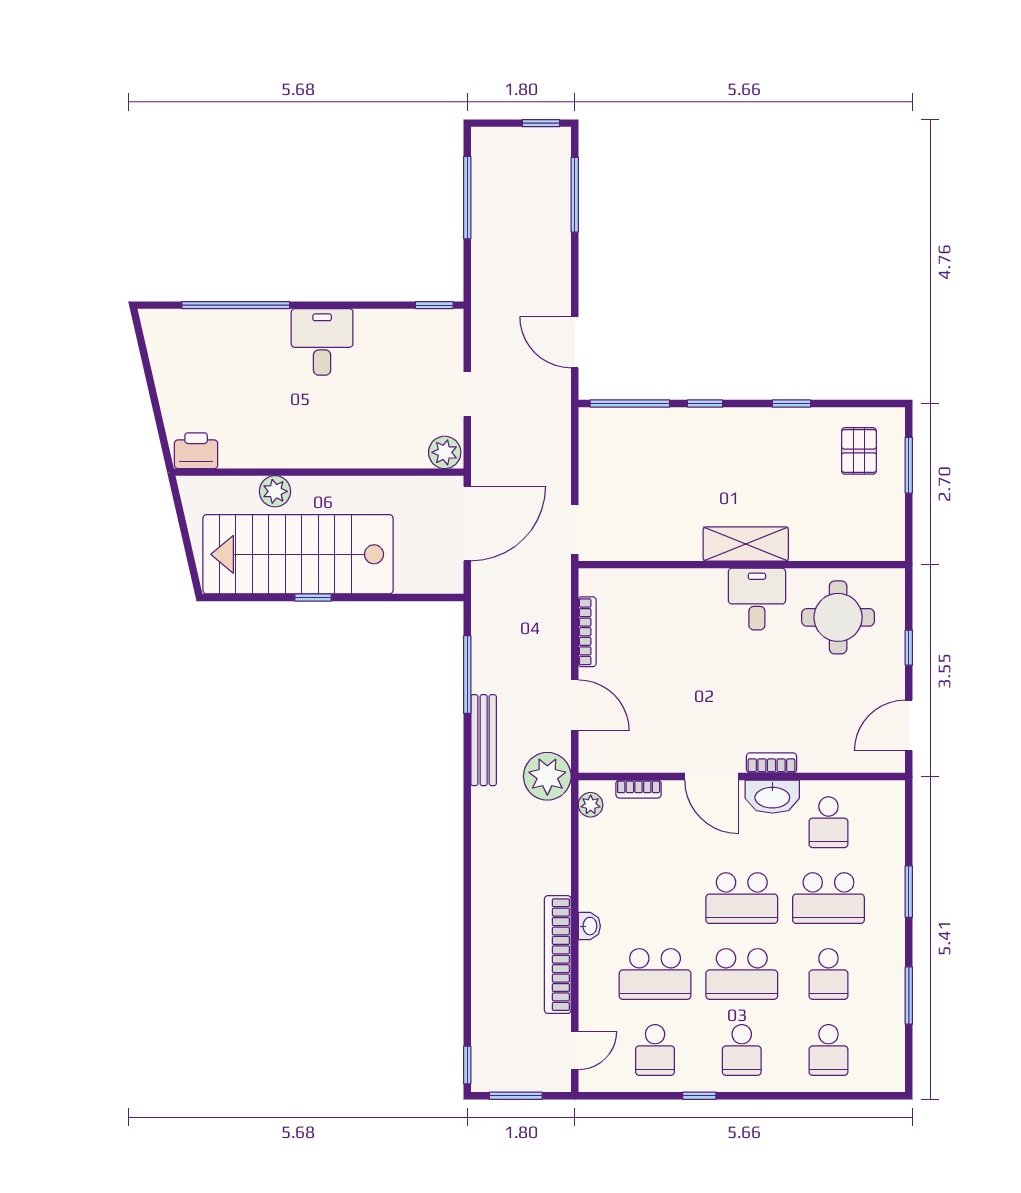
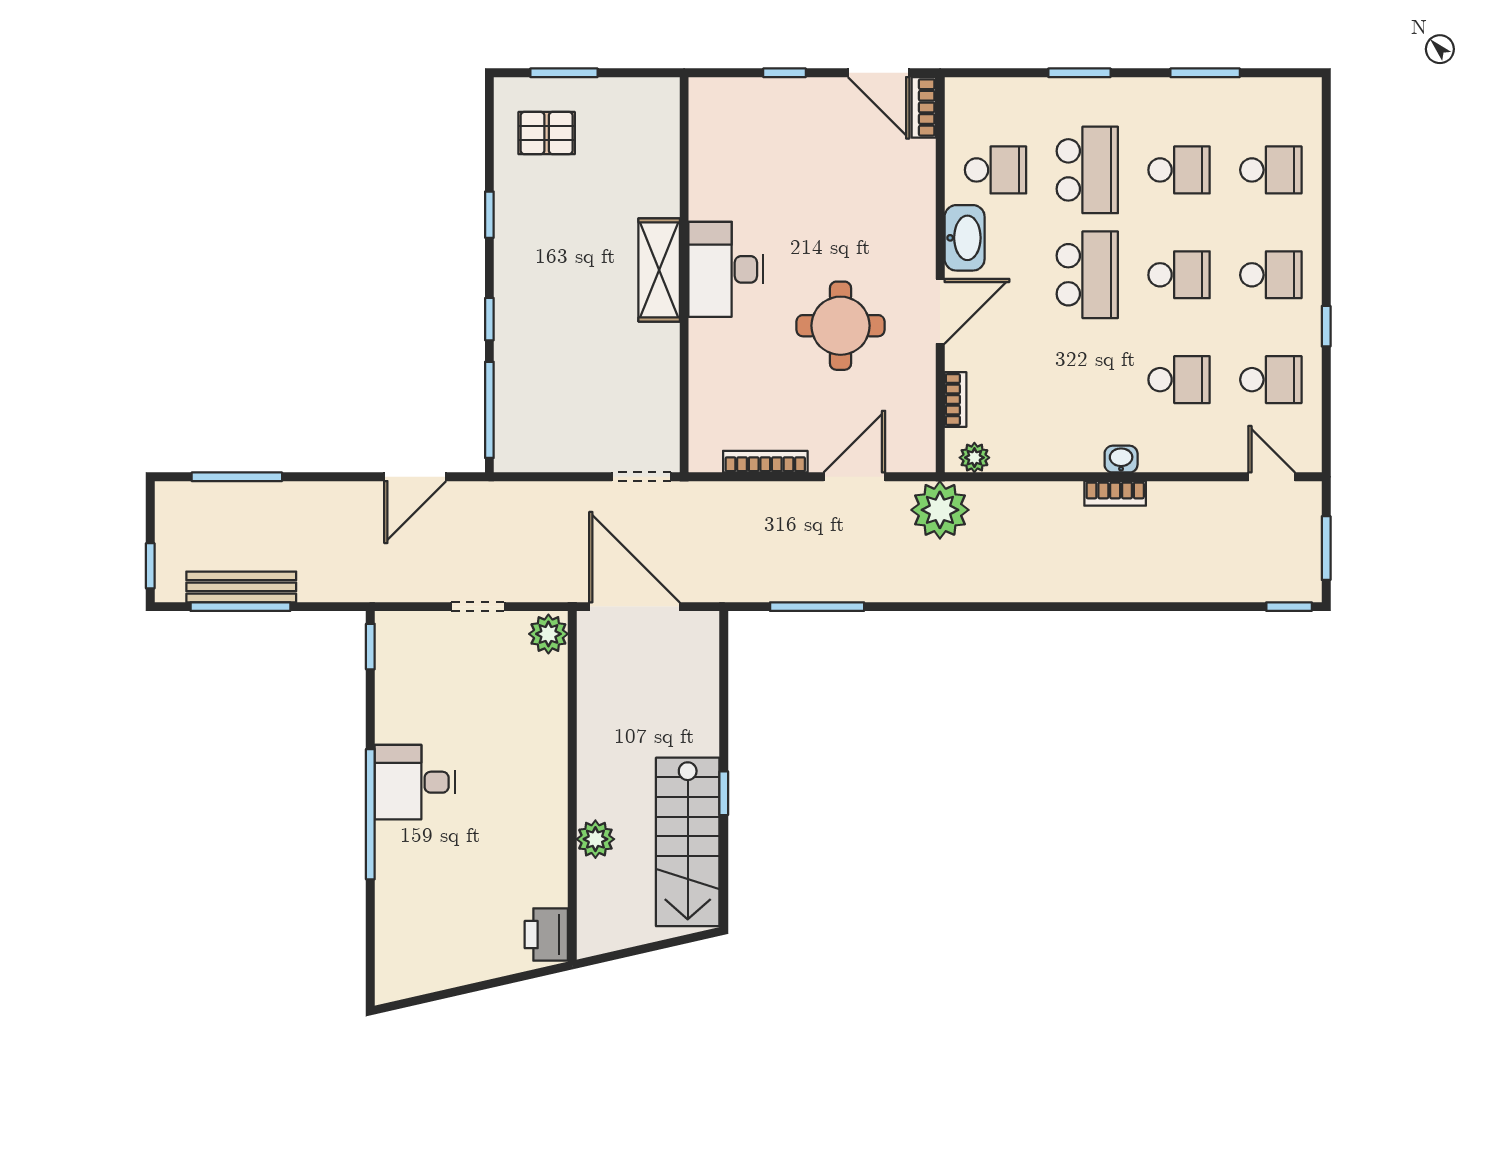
window: (541, 123) -> (150, 566), moved
window: (236, 305) -> (370, 814), moved
stairs: (298, 554) -> (688, 842), width x0.73, depth x0.66
desk: (757, 599) -> (726, 269), width x1.37
round table: (838, 617) -> (840, 326), moved
bench: (484, 740) -> (241, 587), moved
bookcase: (772, 763) -> (924, 107), moved
bookcase: (558, 955) -> (1115, 493), width x0.43, depth x0.76
school desk: (655, 974) -> (1179, 380), width x0.54
school desk: (742, 974) -> (1179, 275), width x0.54

